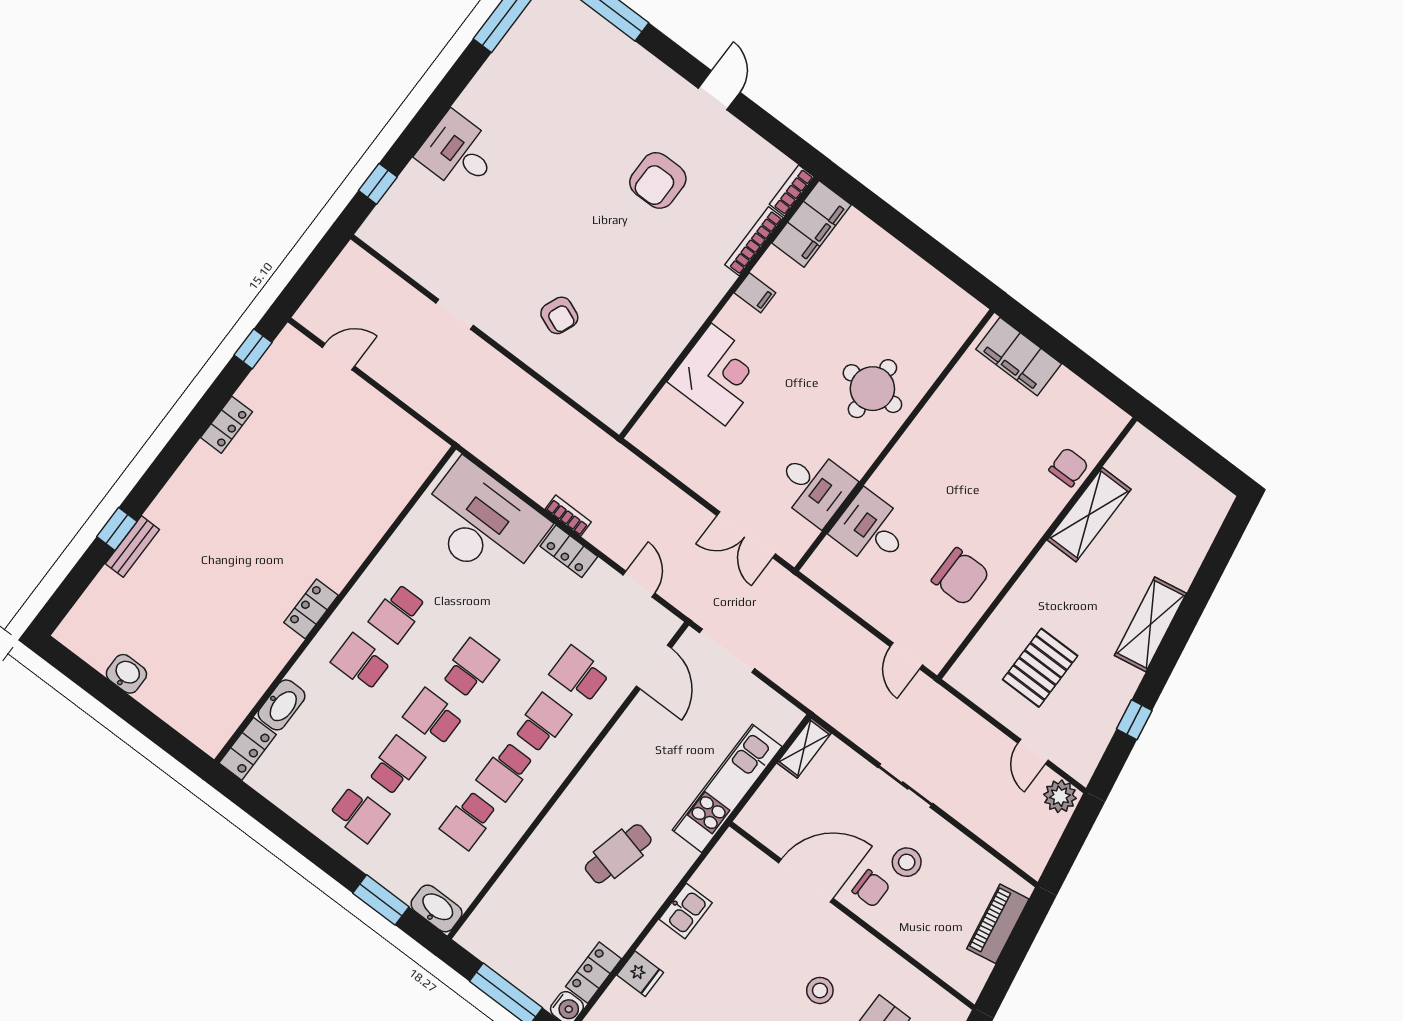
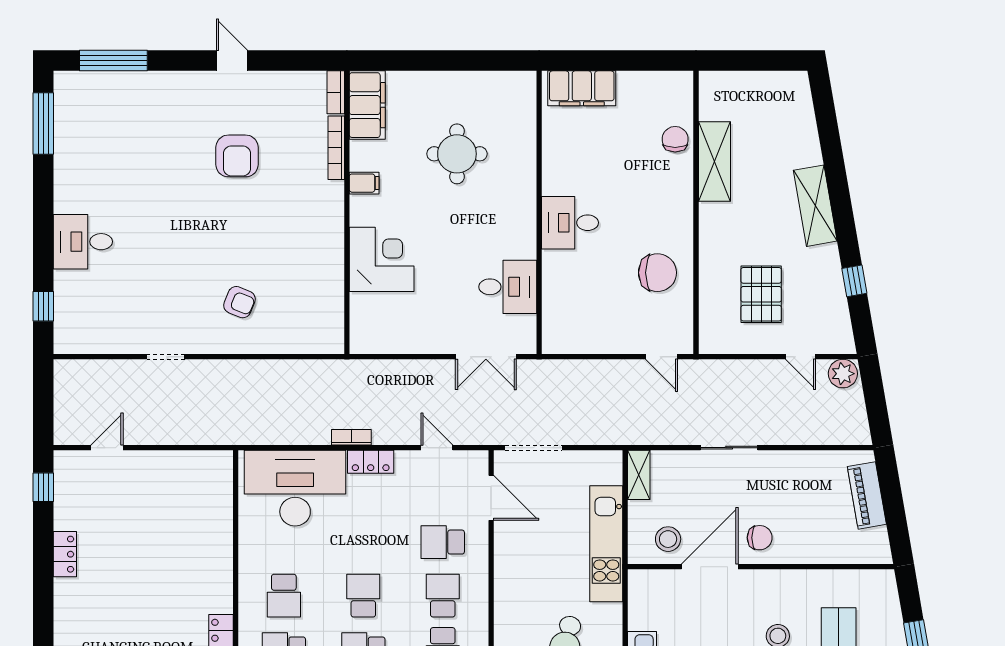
round table: (872, 389) -> (457, 154), moved
desk: (871, 529) -> (570, 223), moved
stool: (907, 862) -> (668, 539), moved

